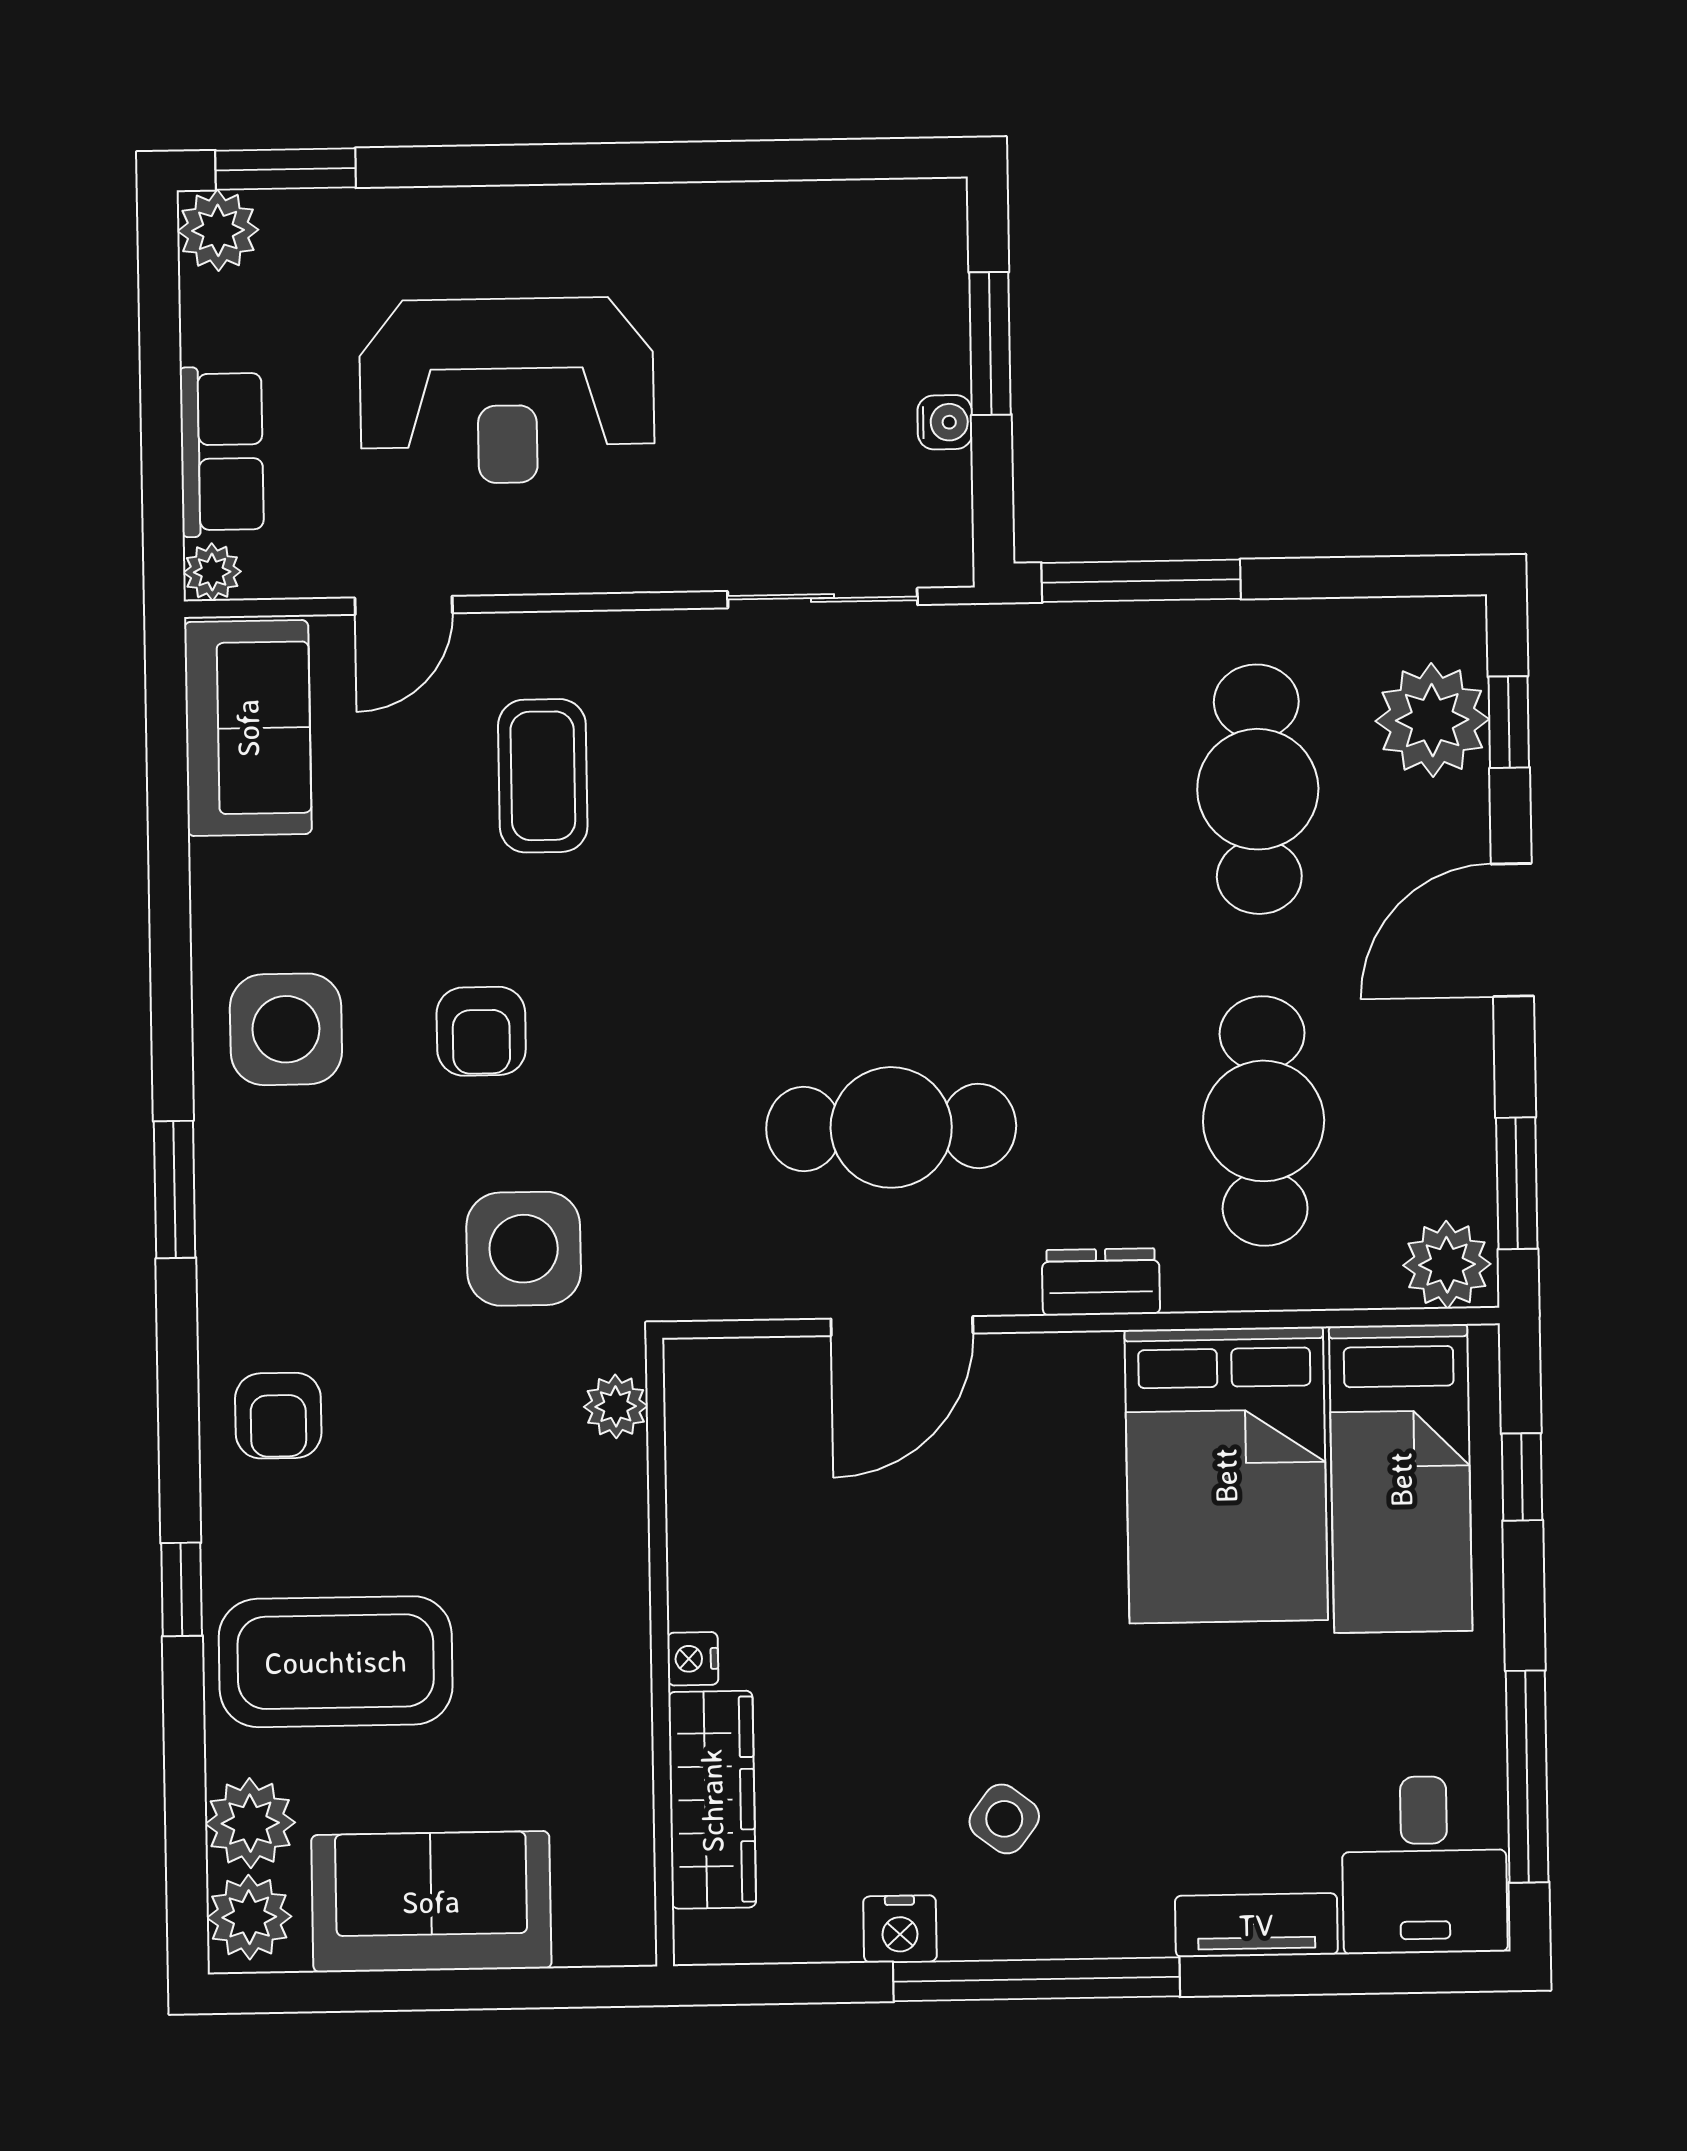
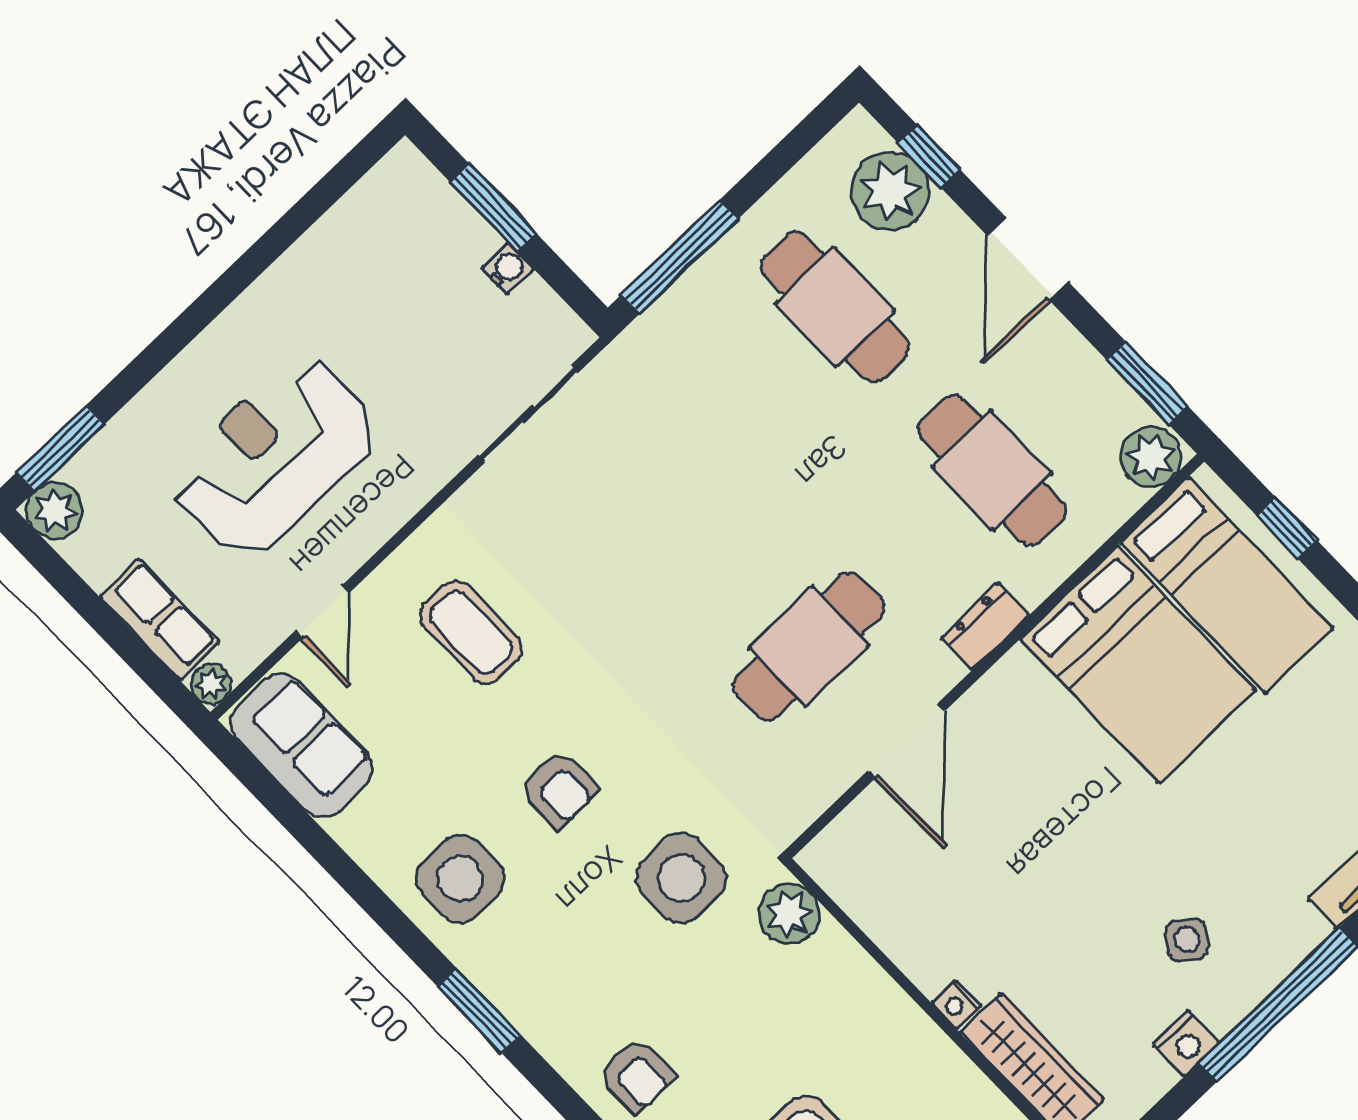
reception desk: (507, 391) -> (274, 457), turned 180
plant: (616, 1406) -> (789, 914), width x1.38, depth x1.38

